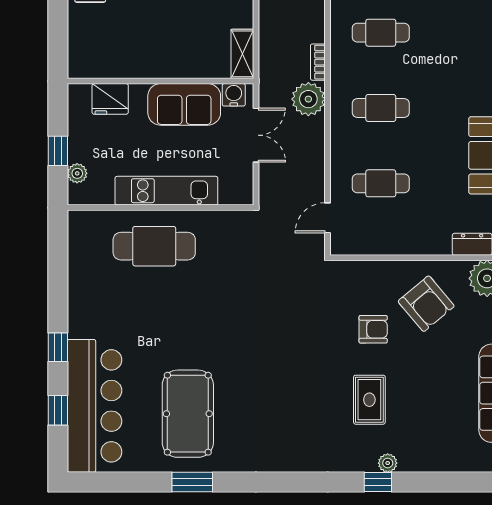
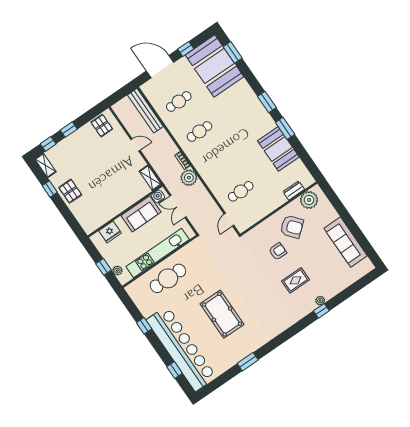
cafe table: (381, 108) -> (220, 161), removed
double door: (256, 135) -> (178, 206), swing flipped
kitchen unit: (166, 191) -> (158, 253), width x1.36
window: (58, 347) -> (144, 326), moved
rug: (369, 400) -> (296, 280), turned 90
bar counter: (95, 406) -> (181, 349), width x1.36
pool table: (188, 414) -> (222, 314), moved

